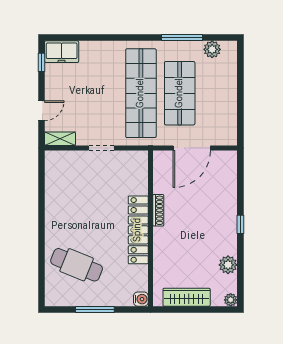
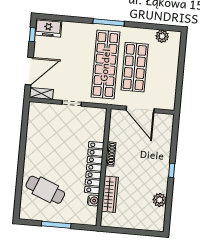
window: (182, 38) -> (109, 22), moved
door: (42, 111) -> (29, 71), width x1.87
door: (192, 148) -> (140, 109), hinge flipped
wardrobe: (187, 297) -> (110, 194), moved, turned 90
water cooler: (141, 299) -> (93, 200), moved
plant: (231, 300) -> (159, 227), removed

